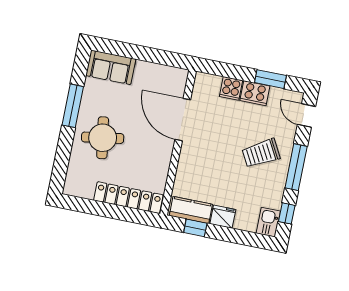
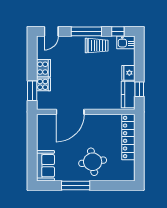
window: (270, 79) -> (32, 91), moved
trolley: (261, 153) -> (97, 46), moved, turned -61

